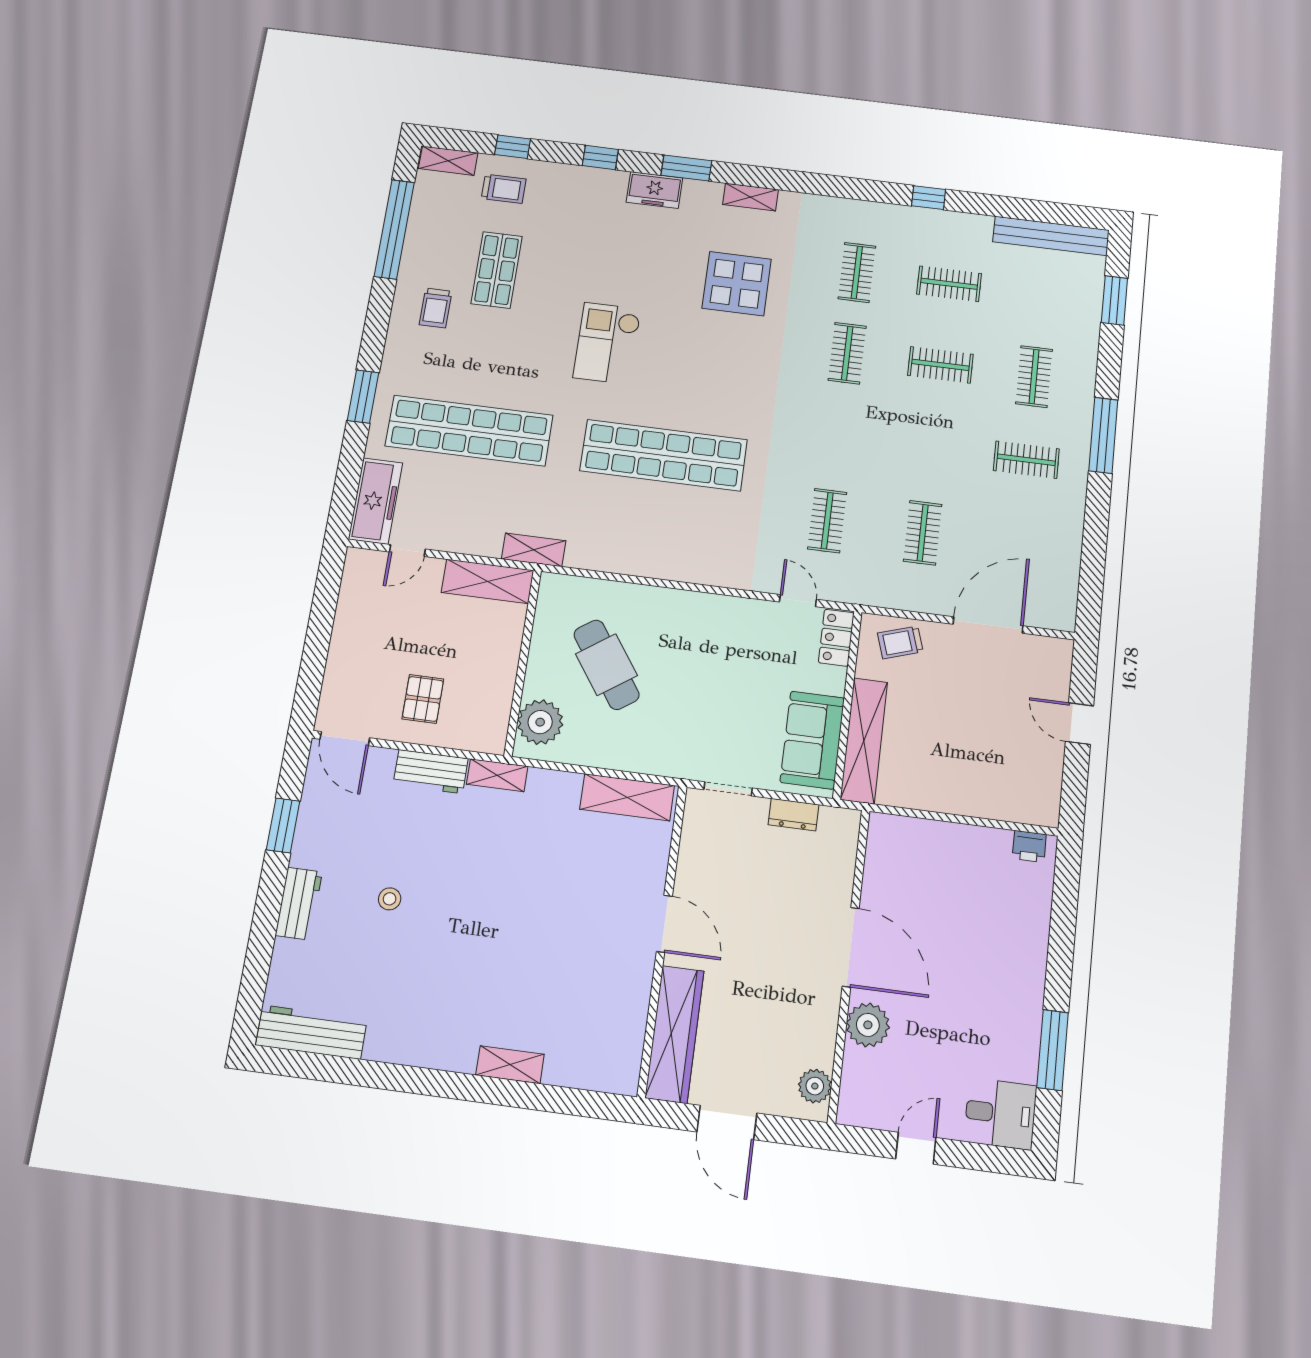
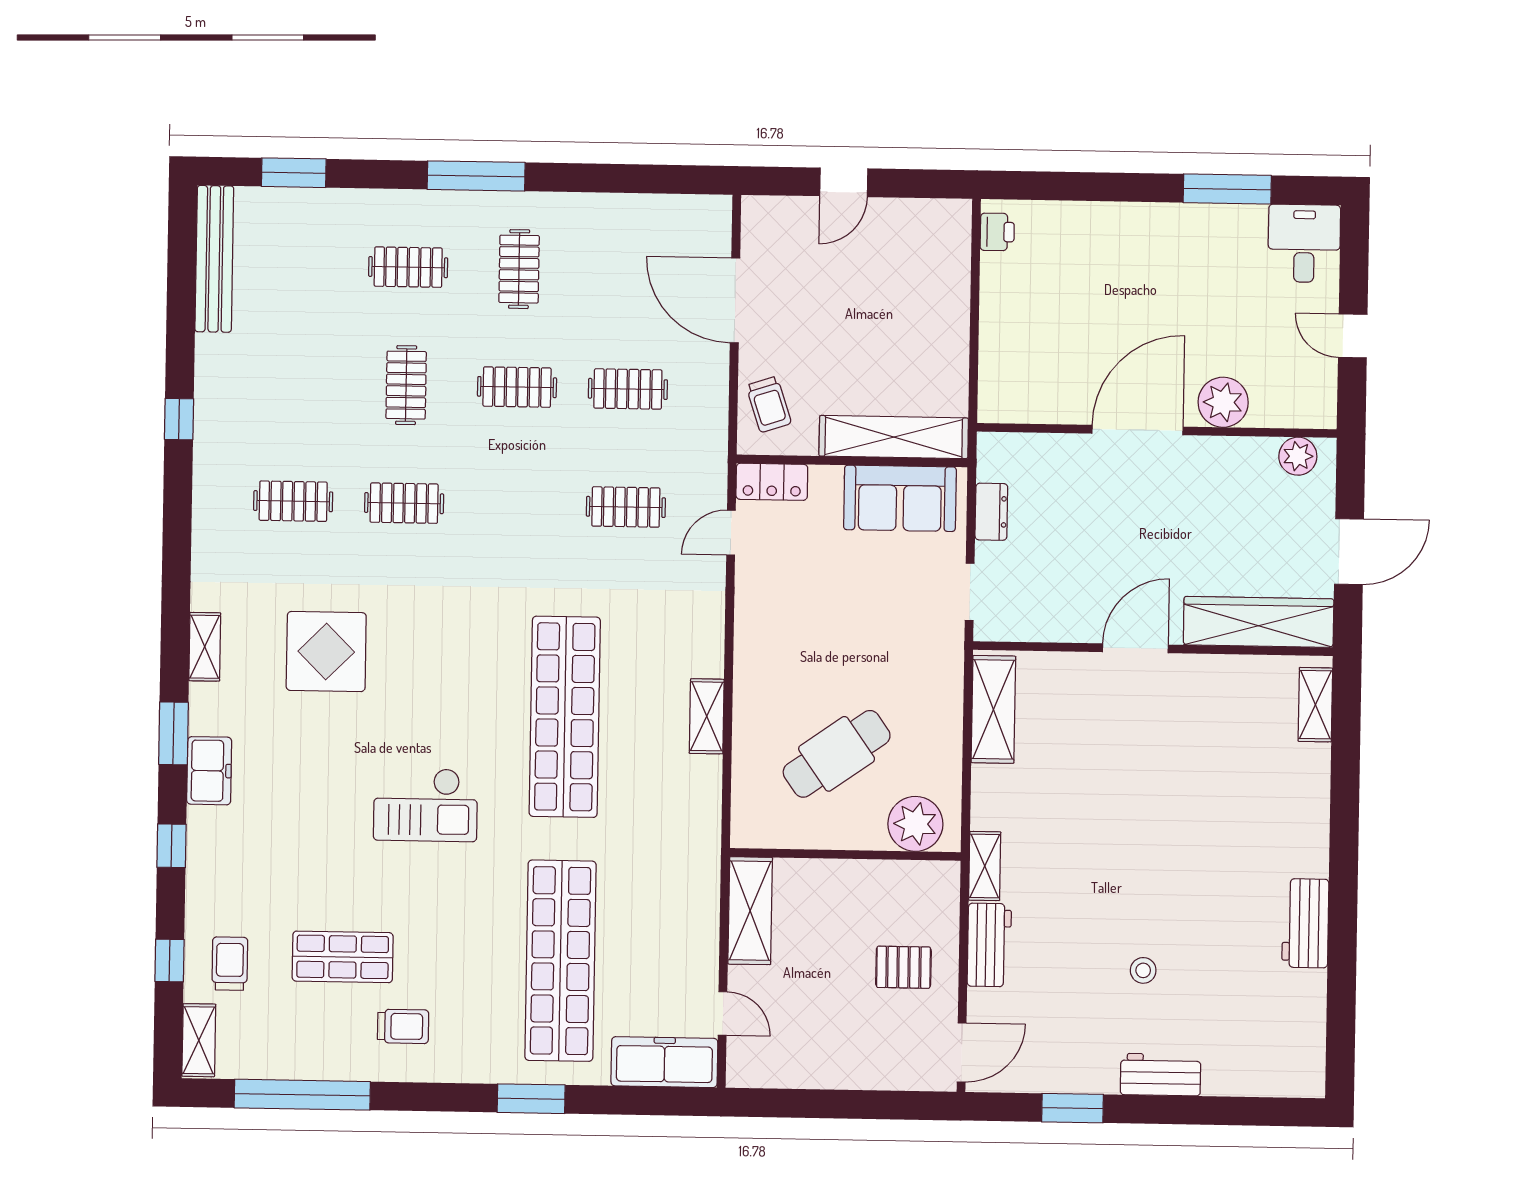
clothes rail: (949, 284) -> (517, 387), moved, turned 90
shelving: (534, 550) -> (707, 716), moved
workbench: (311, 1032) -> (1305, 923), moved, width x0.73
shelving: (510, 1065) -> (1315, 705), moved

